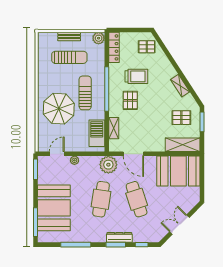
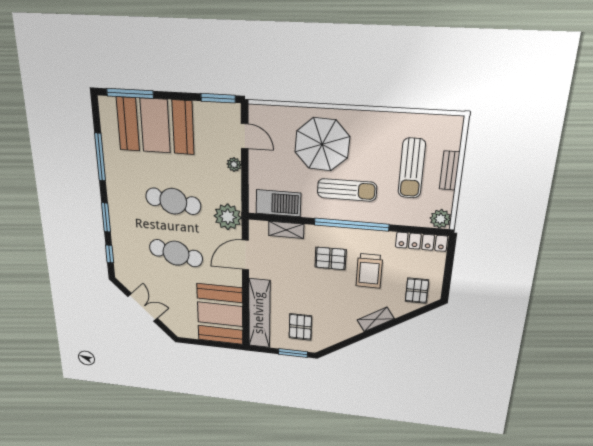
shelving: (180, 86) -> (376, 319), moved
shelving: (183, 145) -> (259, 313), width x1.47
cafe table: (137, 199) -> (176, 253), turned 30
dresser: (119, 237) -> (117, 224), removed

